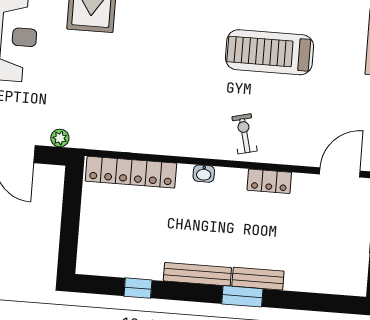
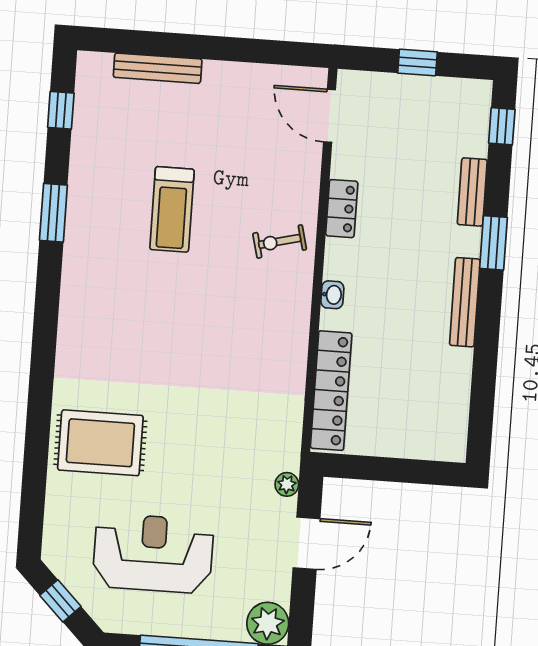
treadmill: (269, 52) -> (172, 209), width x0.73, depth x0.73
bench: (258, 279) -> (472, 192), moved
window: (138, 288) -> (502, 126), moved

